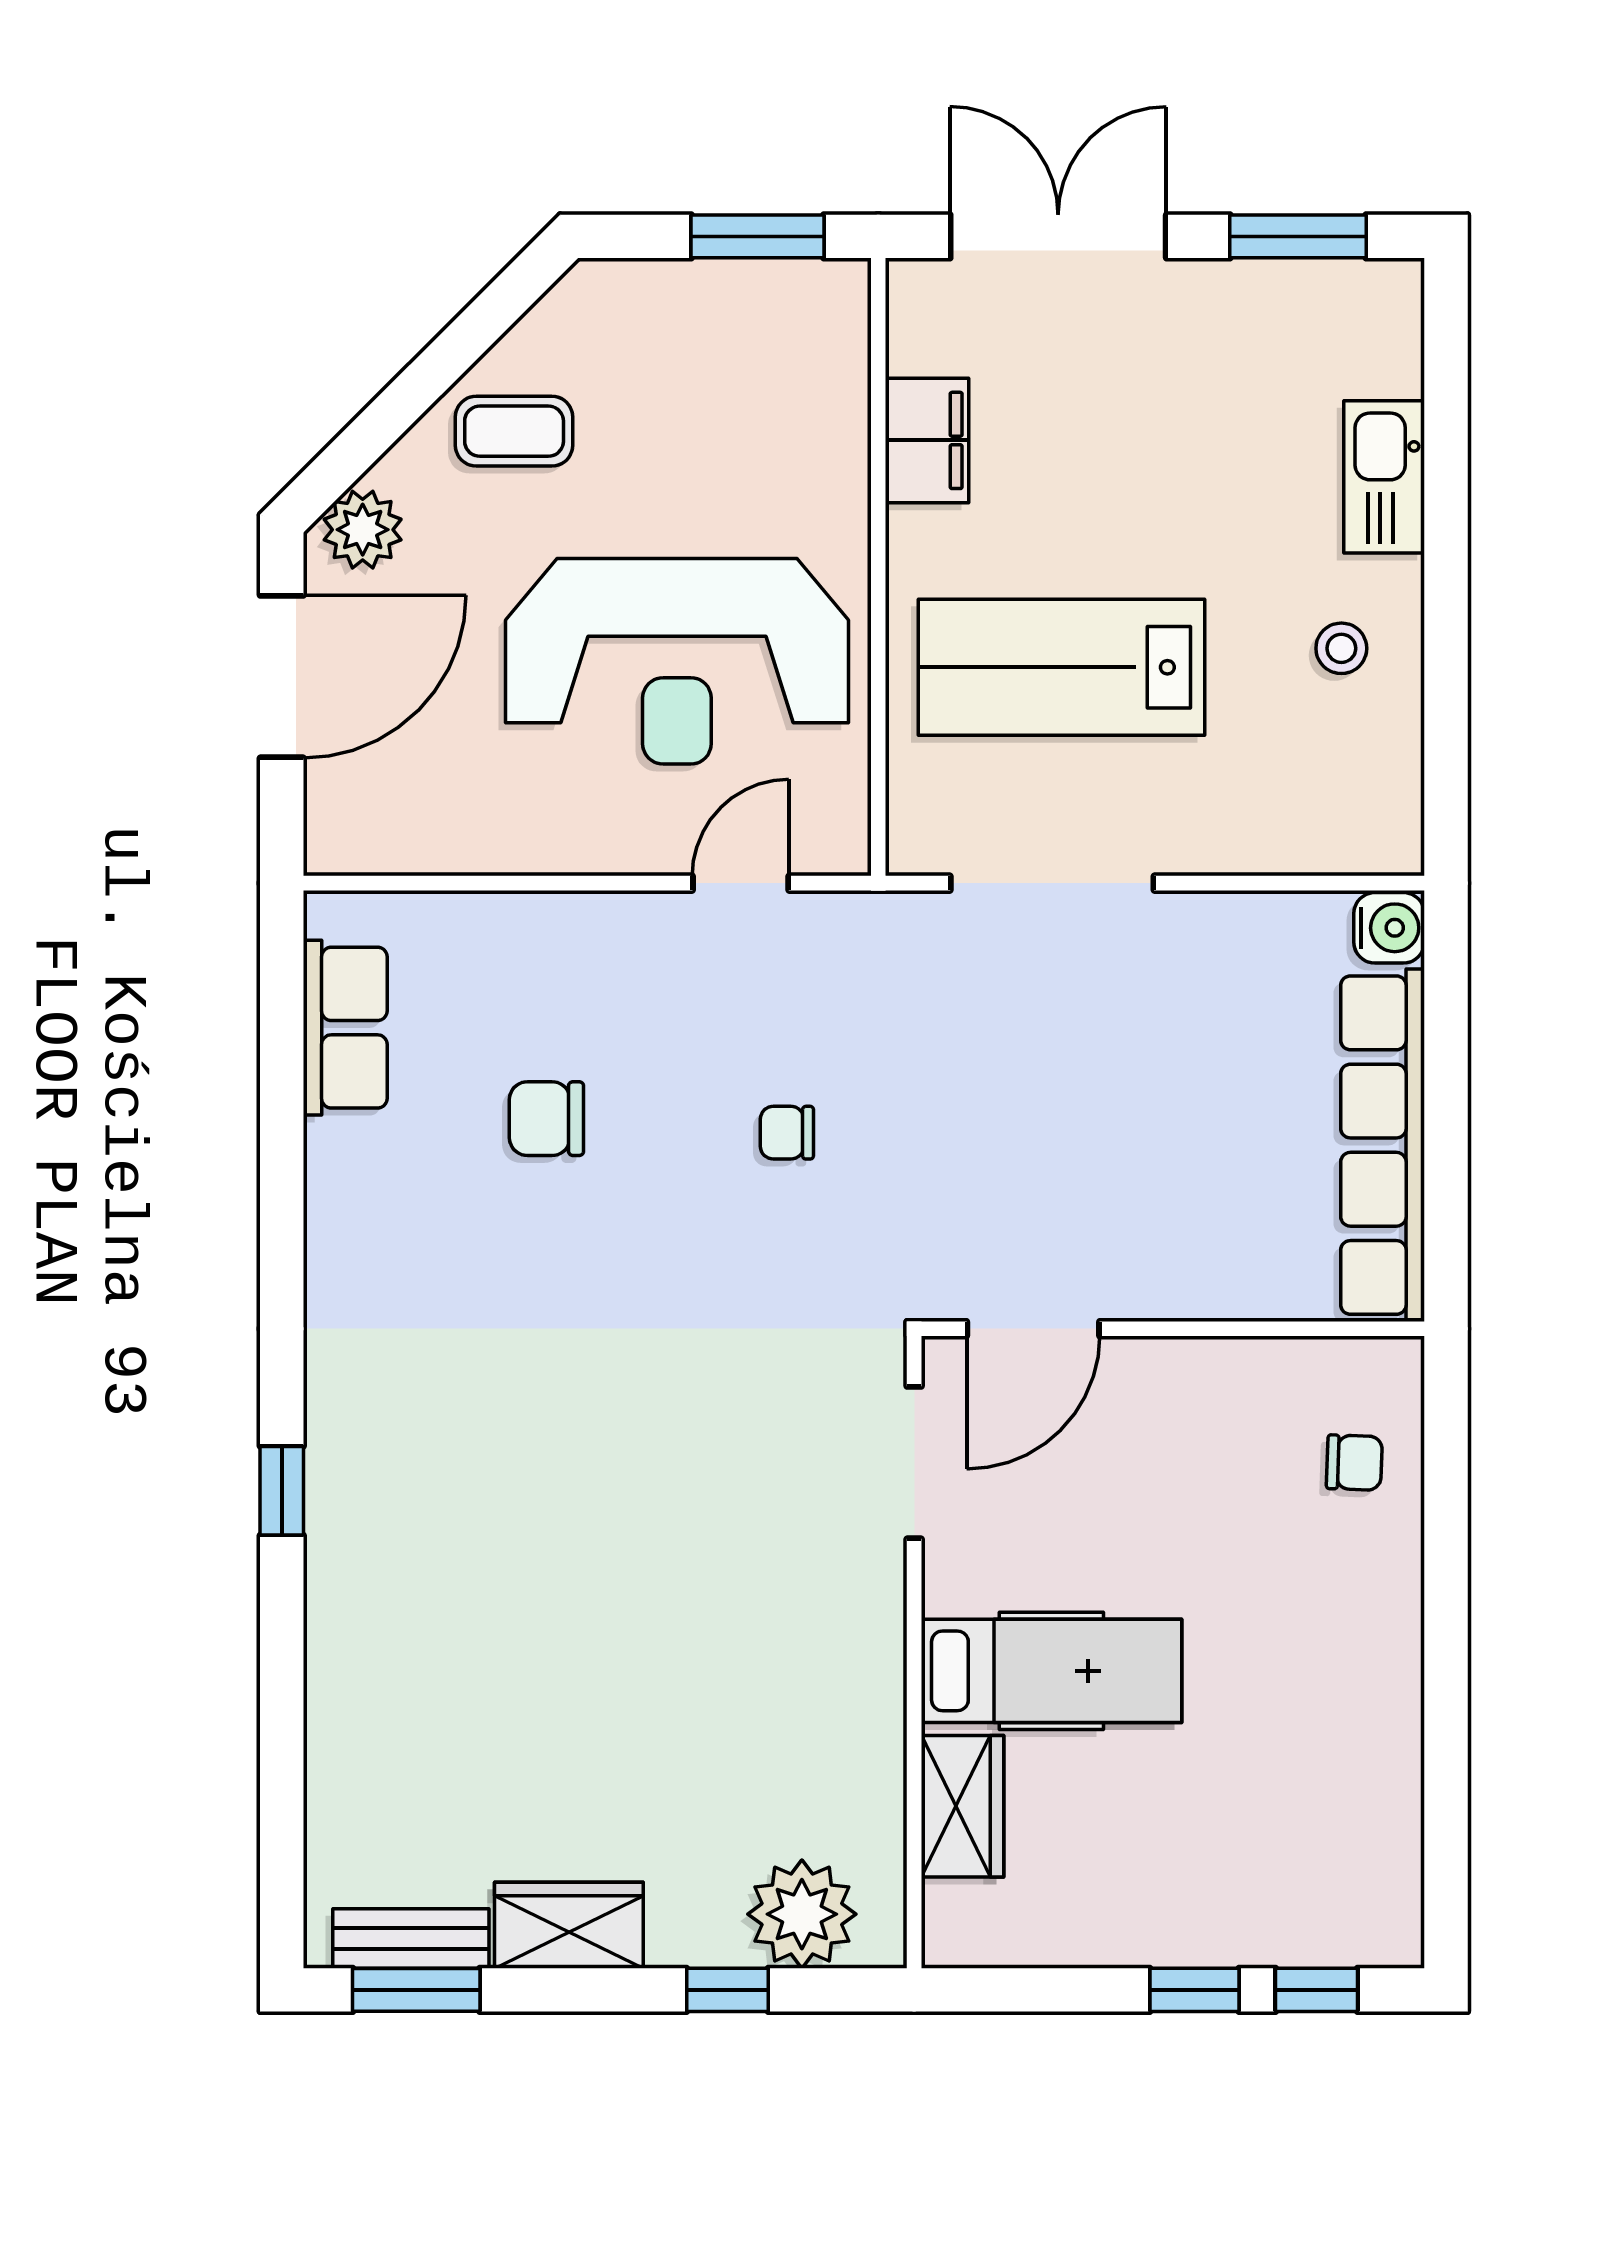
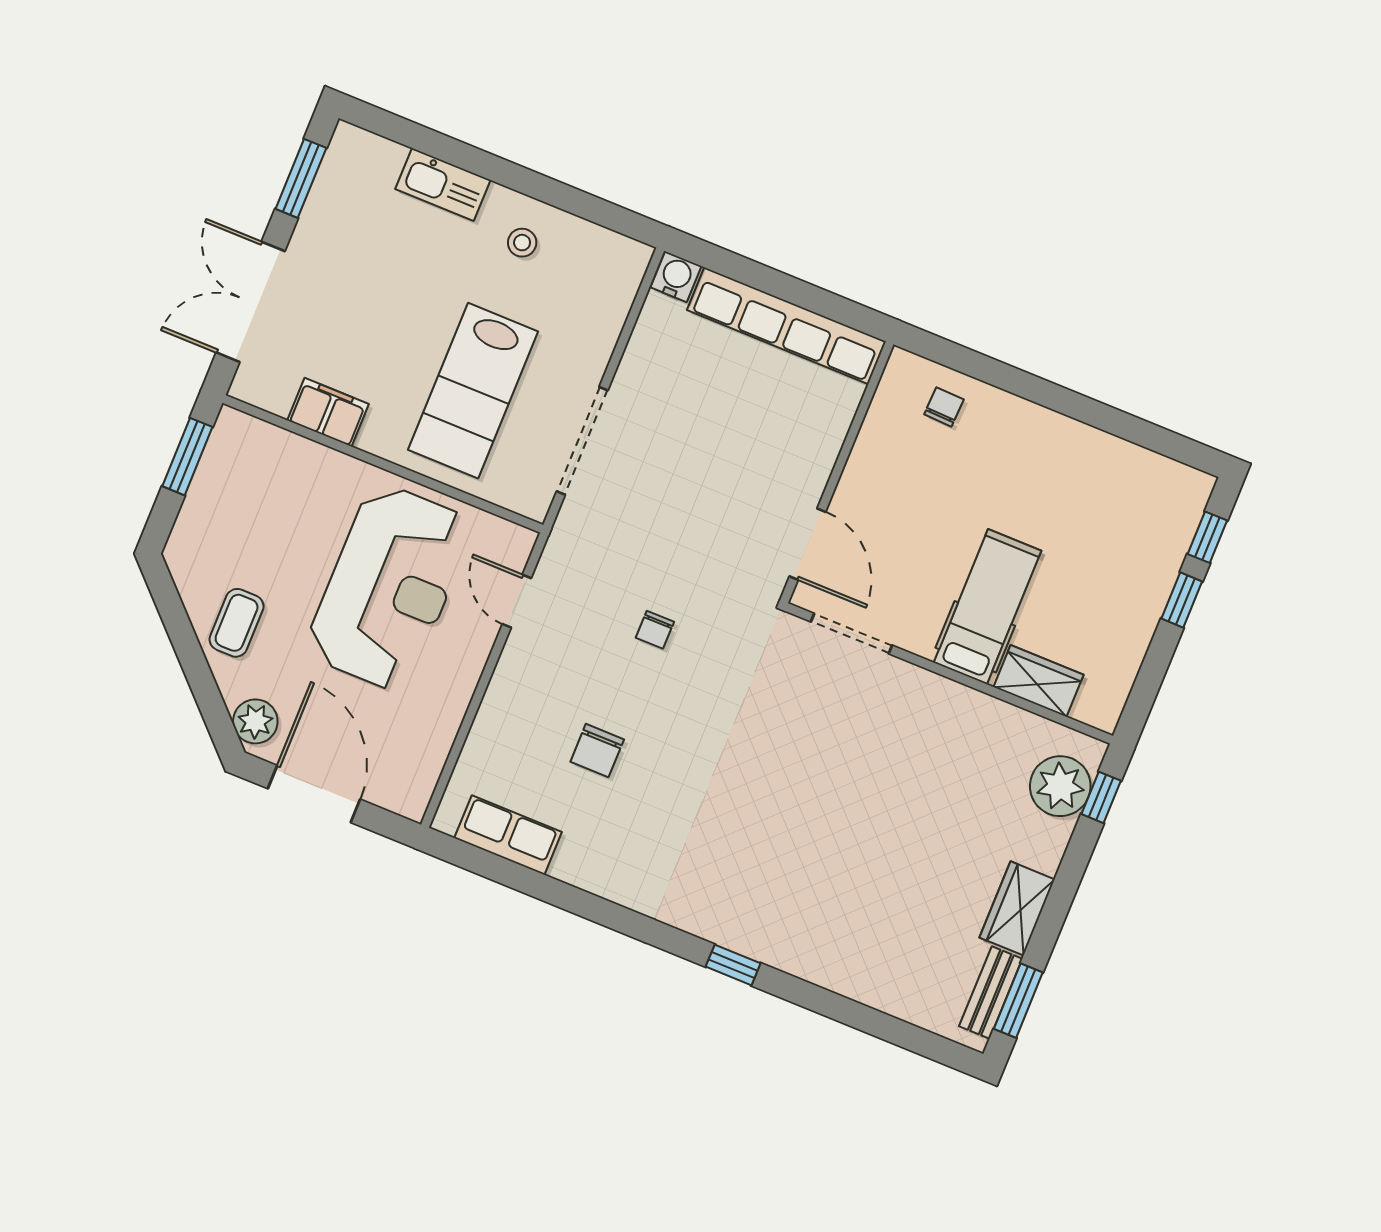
window: (727, 1990) -> (1101, 797), moved

